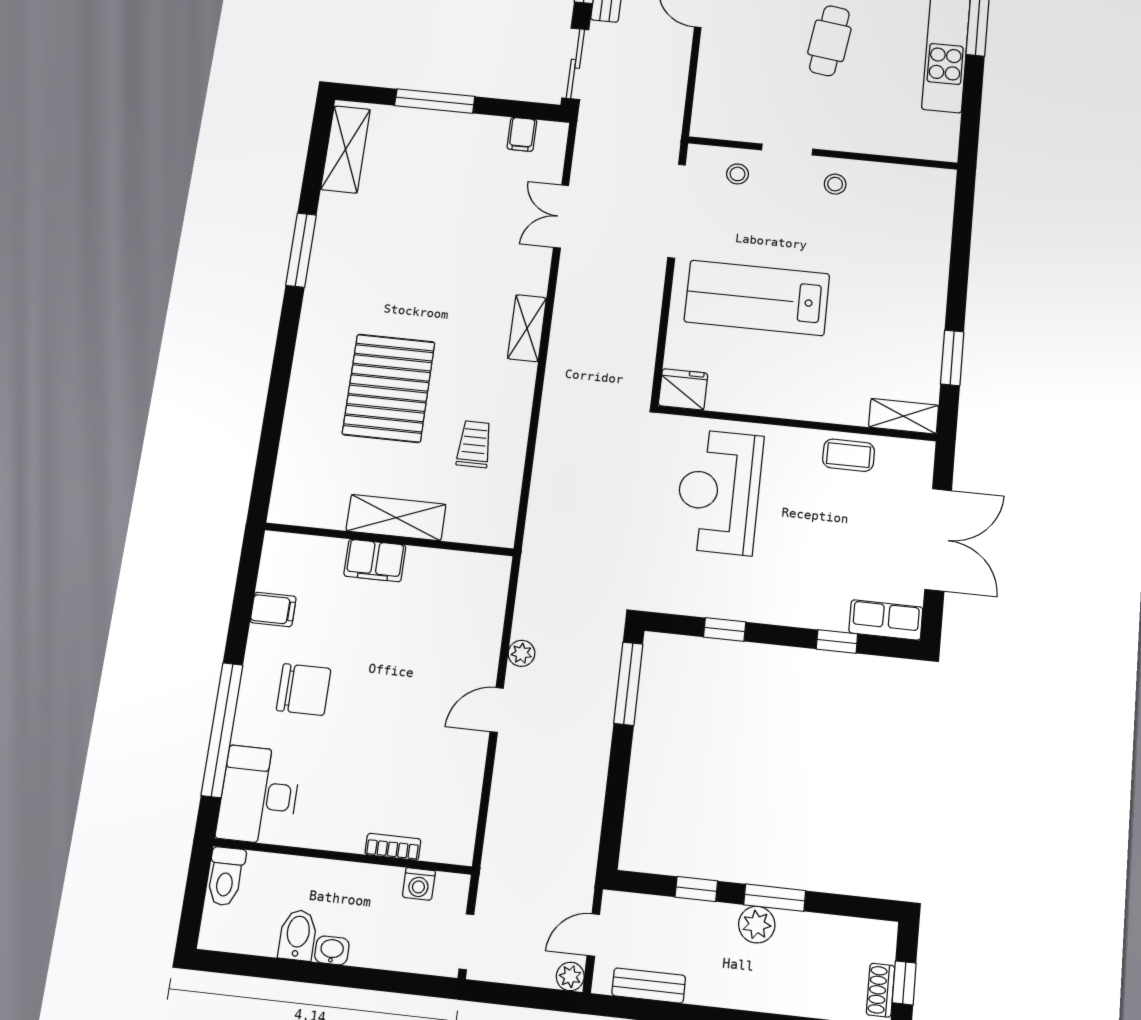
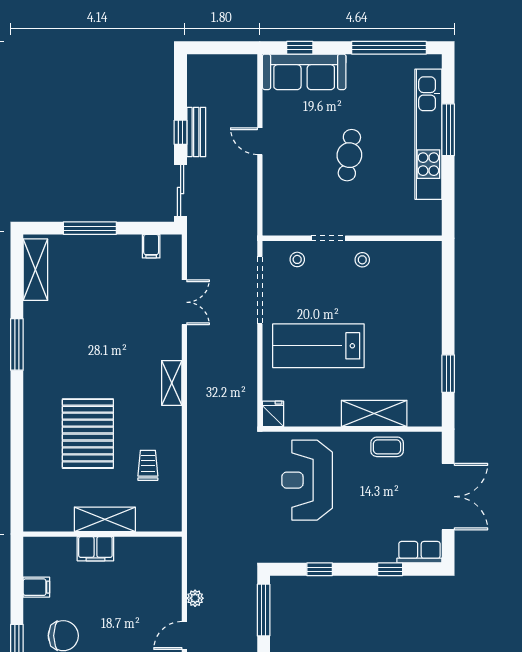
double door: (561, 216) -> (184, 302), swing flipped
fridge: (683, 389) -> (273, 414), width x0.72
shelving: (904, 416) -> (374, 413), moved, width x1.50, depth x1.33

